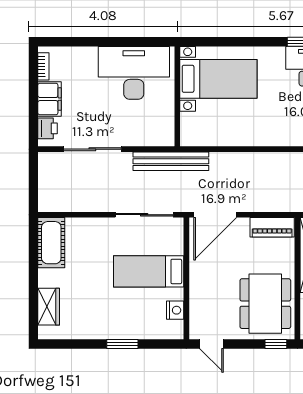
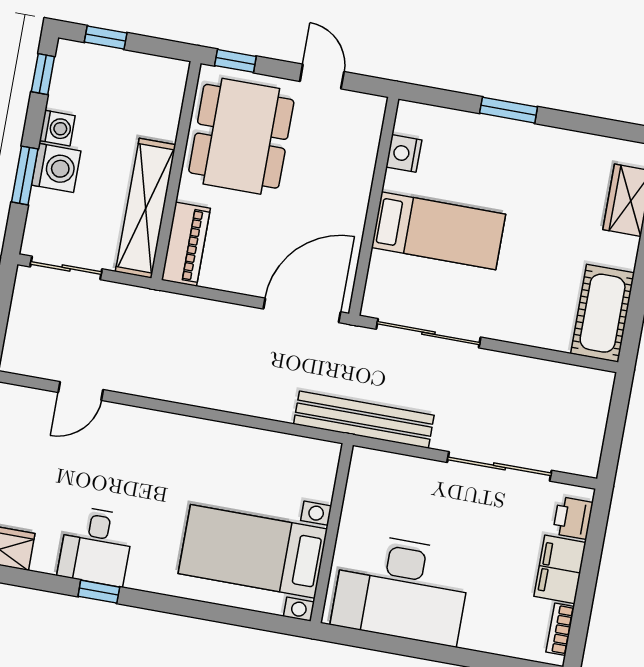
piano: (272, 227) -> (186, 244), moved, turned 90
door: (211, 344) -> (322, 76), moved

